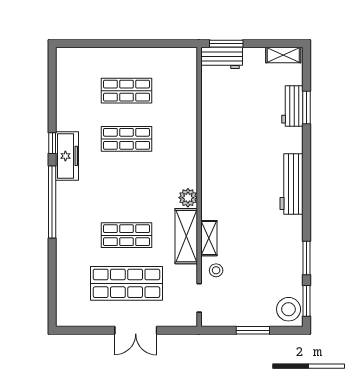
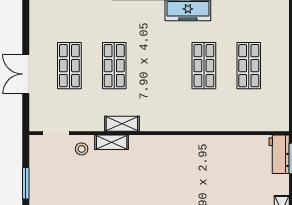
plant: (188, 198) -> (149, 123), removed
shelving: (186, 236) -> (122, 124), width x0.67, depth x0.75
shop shelf: (126, 283) -> (69, 66), width x0.70, depth x0.74

